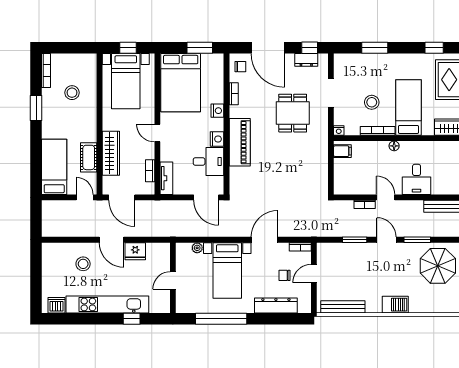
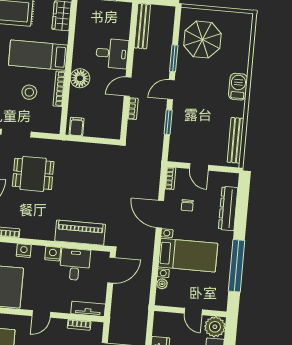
nightstand: (339, 131) -> (55, 128), removed
piano: (240, 142) -> (80, 233), moved
floor lamp: (394, 146) -> (80, 78), width x1.89, depth x1.89
chair: (284, 275) -> (187, 205), moved
plant: (160, 303) -> (215, 327), added

